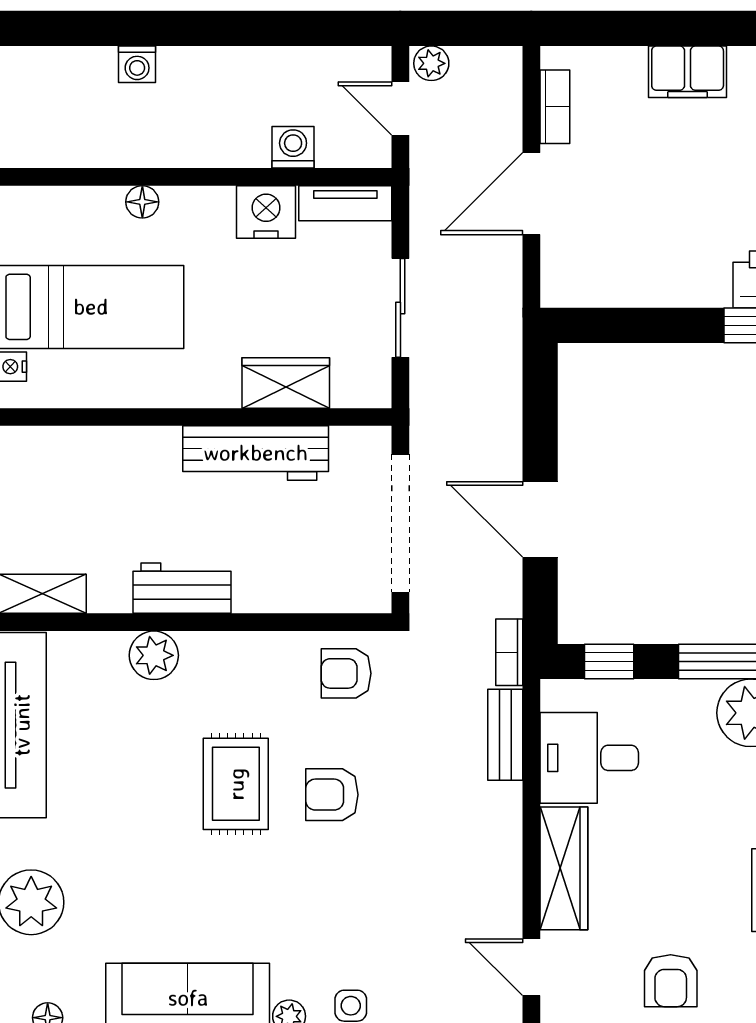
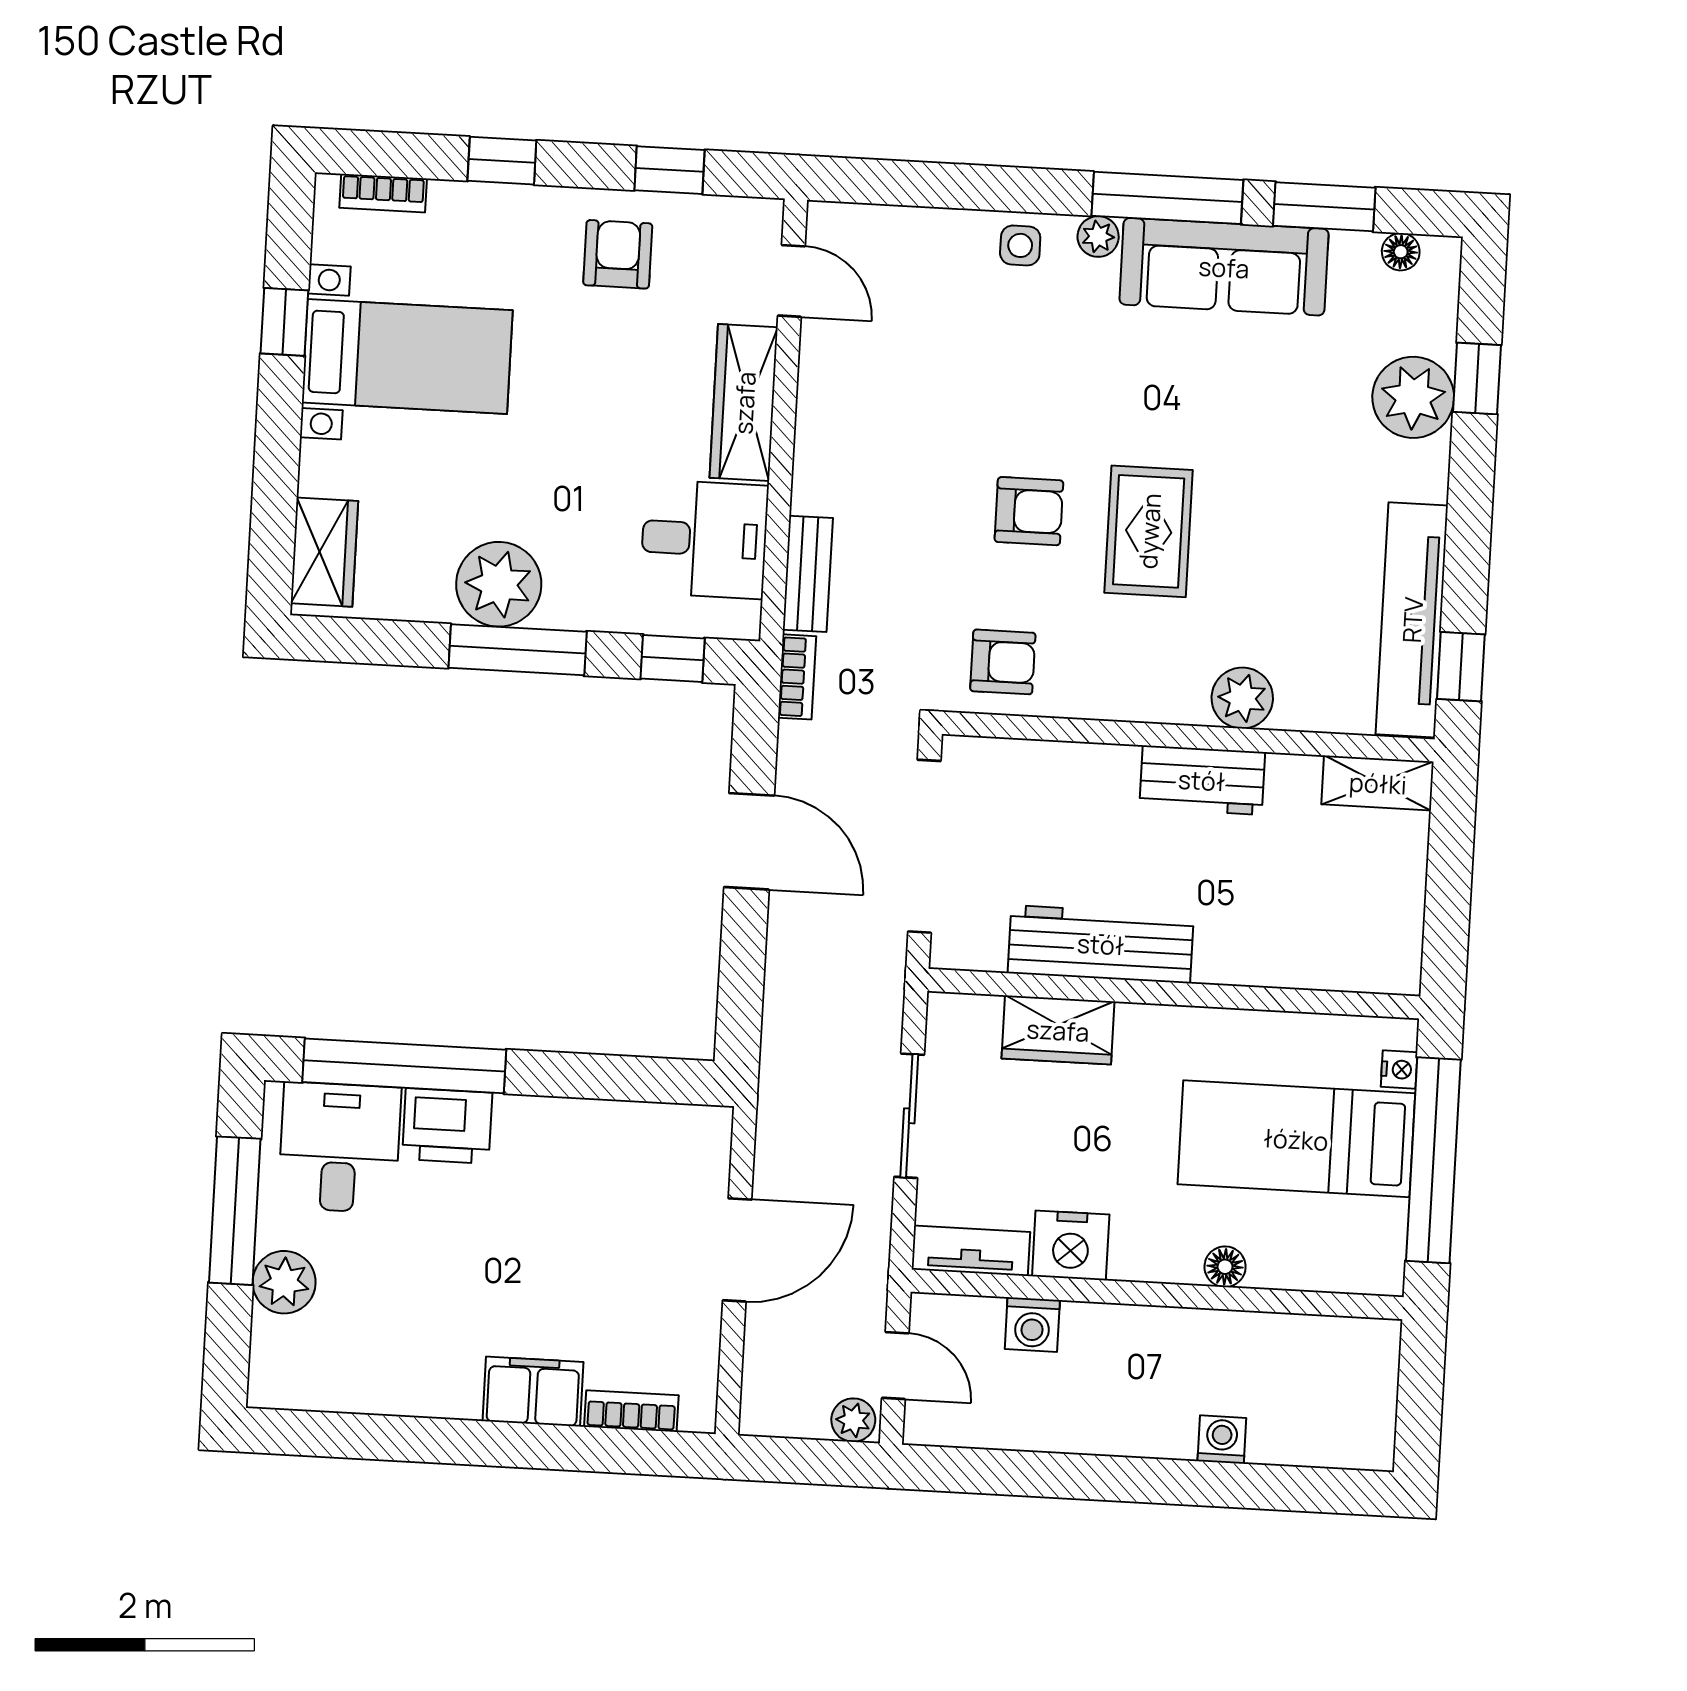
bookcase: (555, 107) -> (631, 1411), moved, turned 90

